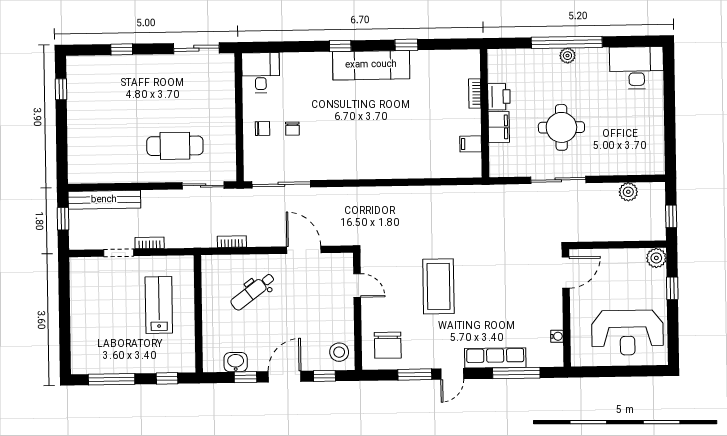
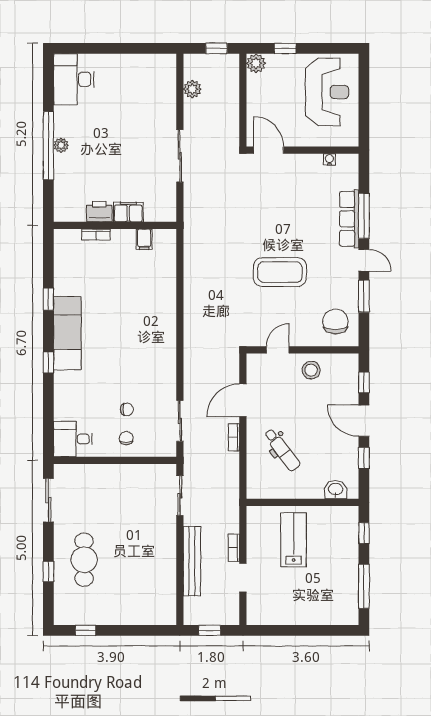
round table: (561, 127) -> (130, 152), removed
cafe table: (175, 146) -> (84, 560), moved
sliding door: (281, 184) -> (180, 421), width x0.73
bench: (104, 200) -> (192, 561), moved
bookcase: (232, 242) -> (234, 437), moved
lab bench: (159, 305) -> (294, 540), turned 90
chair: (388, 345) -> (335, 322), turned -90
stool: (339, 352) -> (311, 370), moved
washbasin: (236, 362) -> (336, 490), moved, turned 90
window: (516, 373) -> (364, 216), moved

